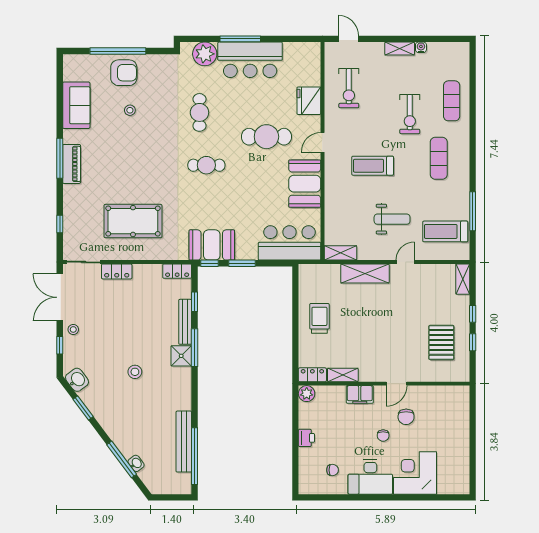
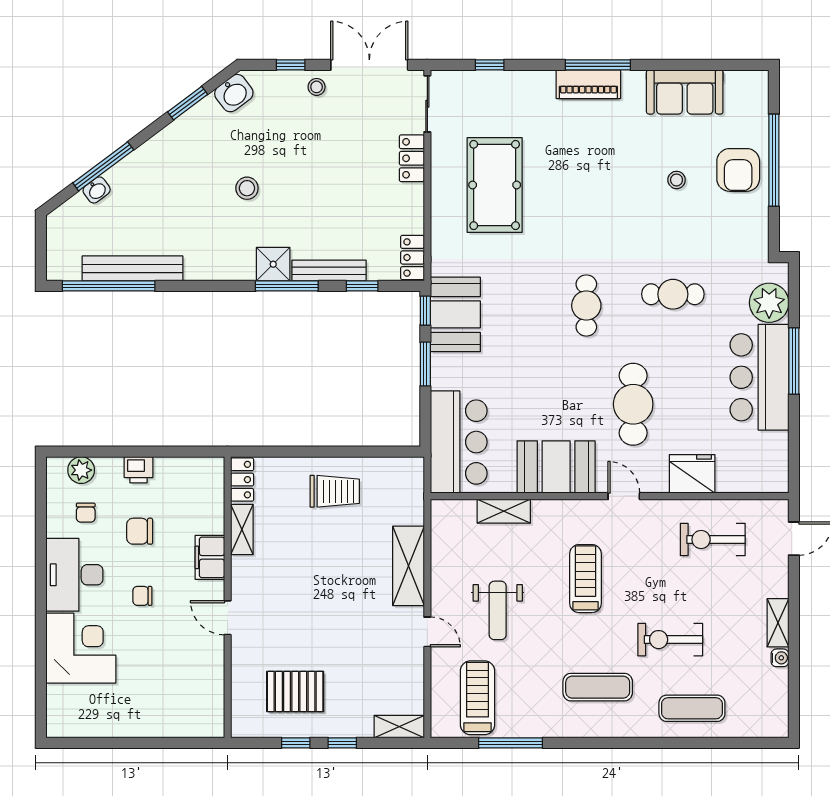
shelving: (340, 253) -> (504, 511), moved, turned 90
plant: (307, 394) -> (81, 470), moved
chair: (406, 417) -> (140, 531), moved

